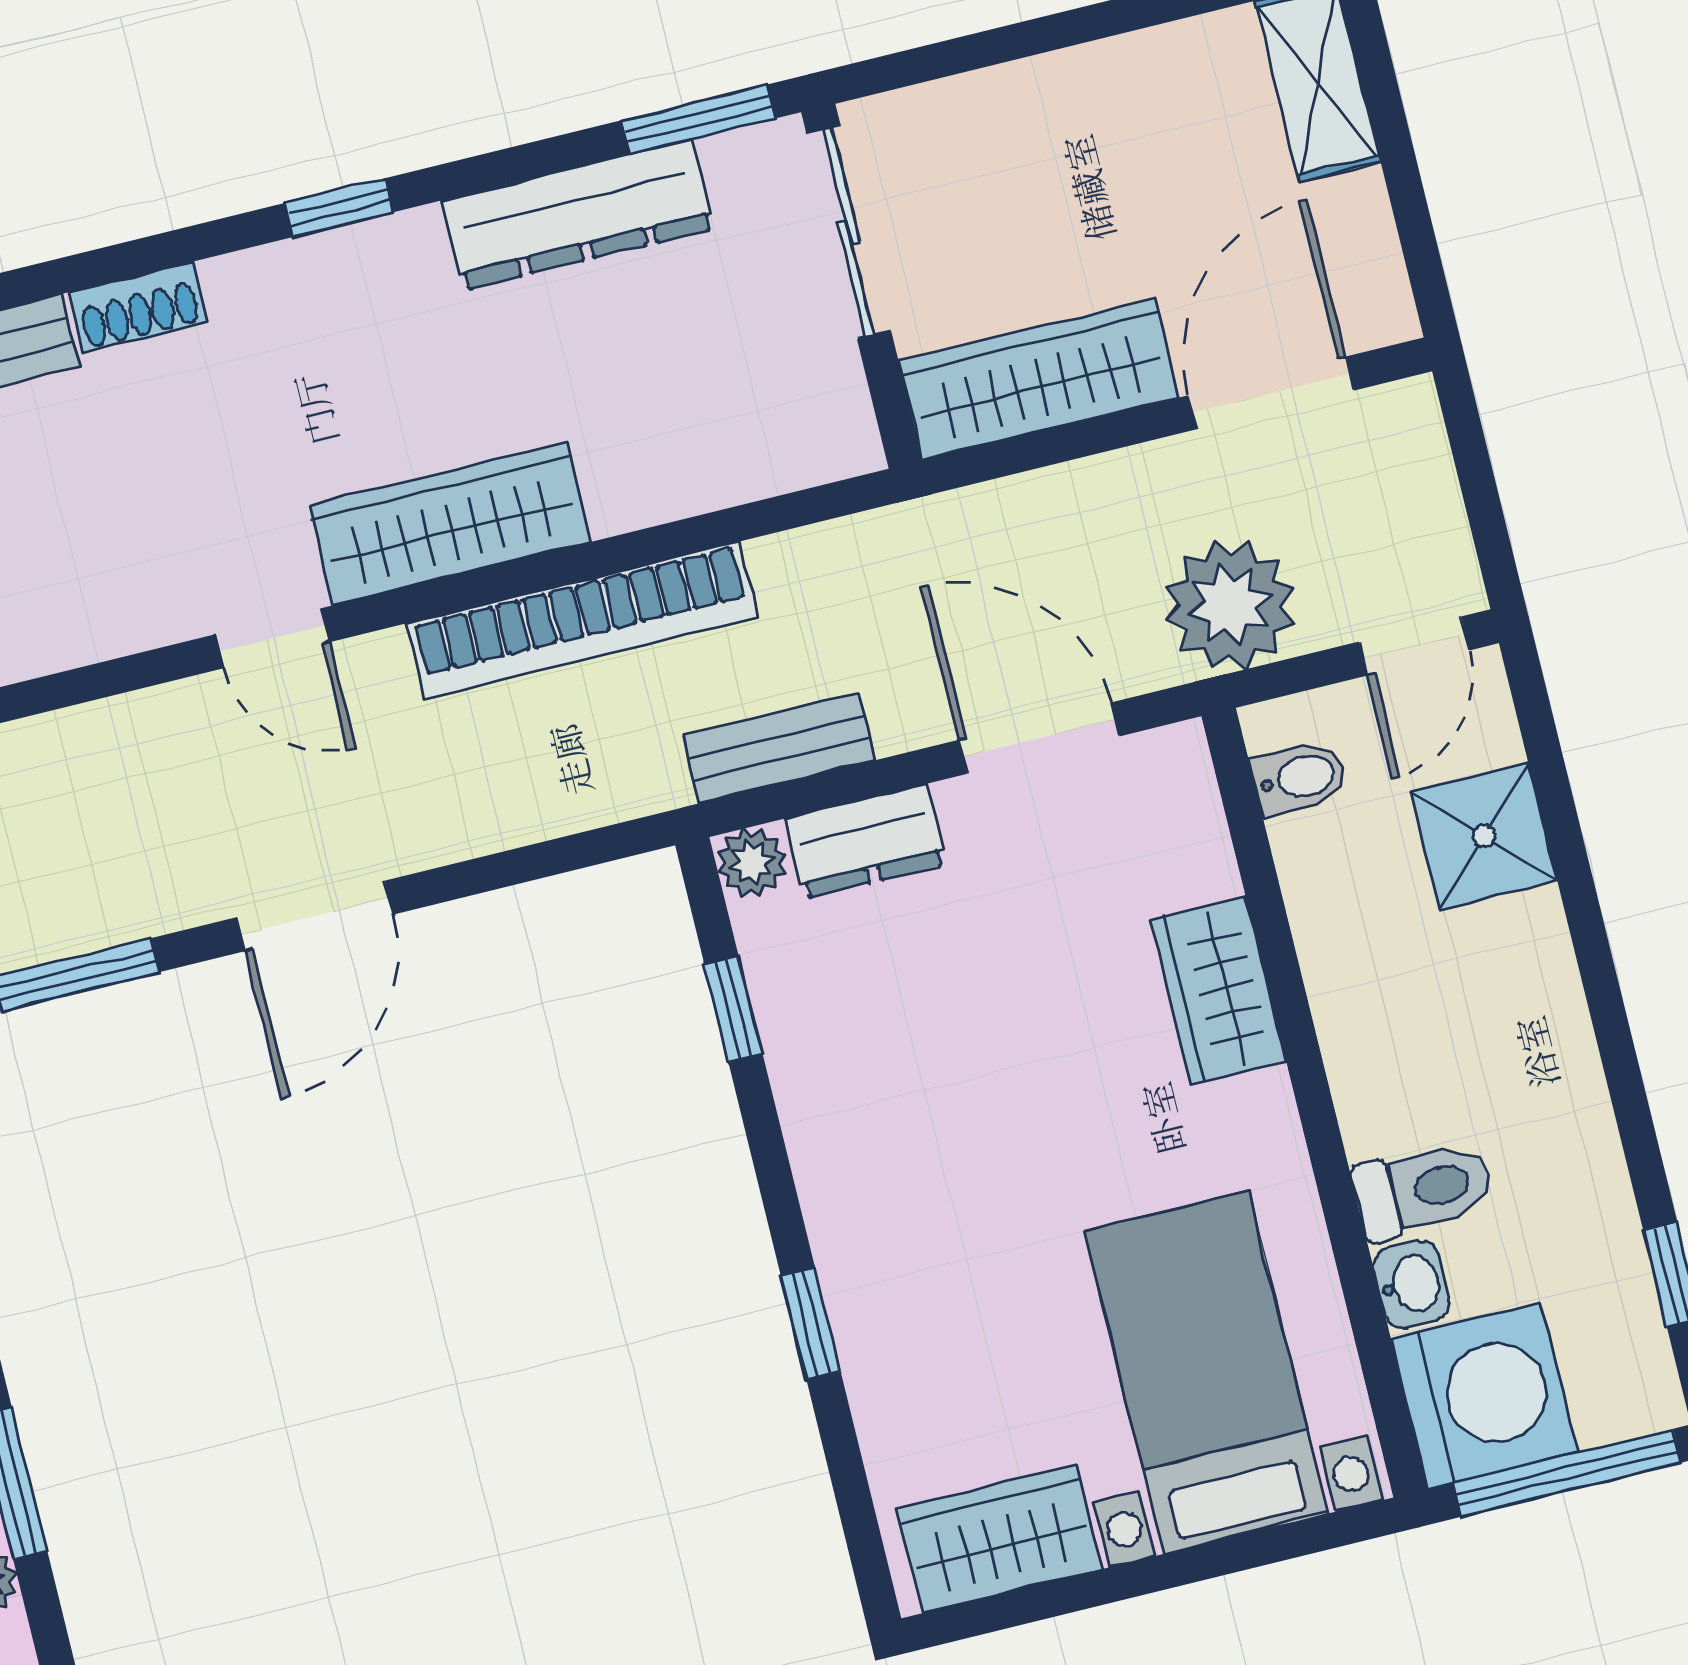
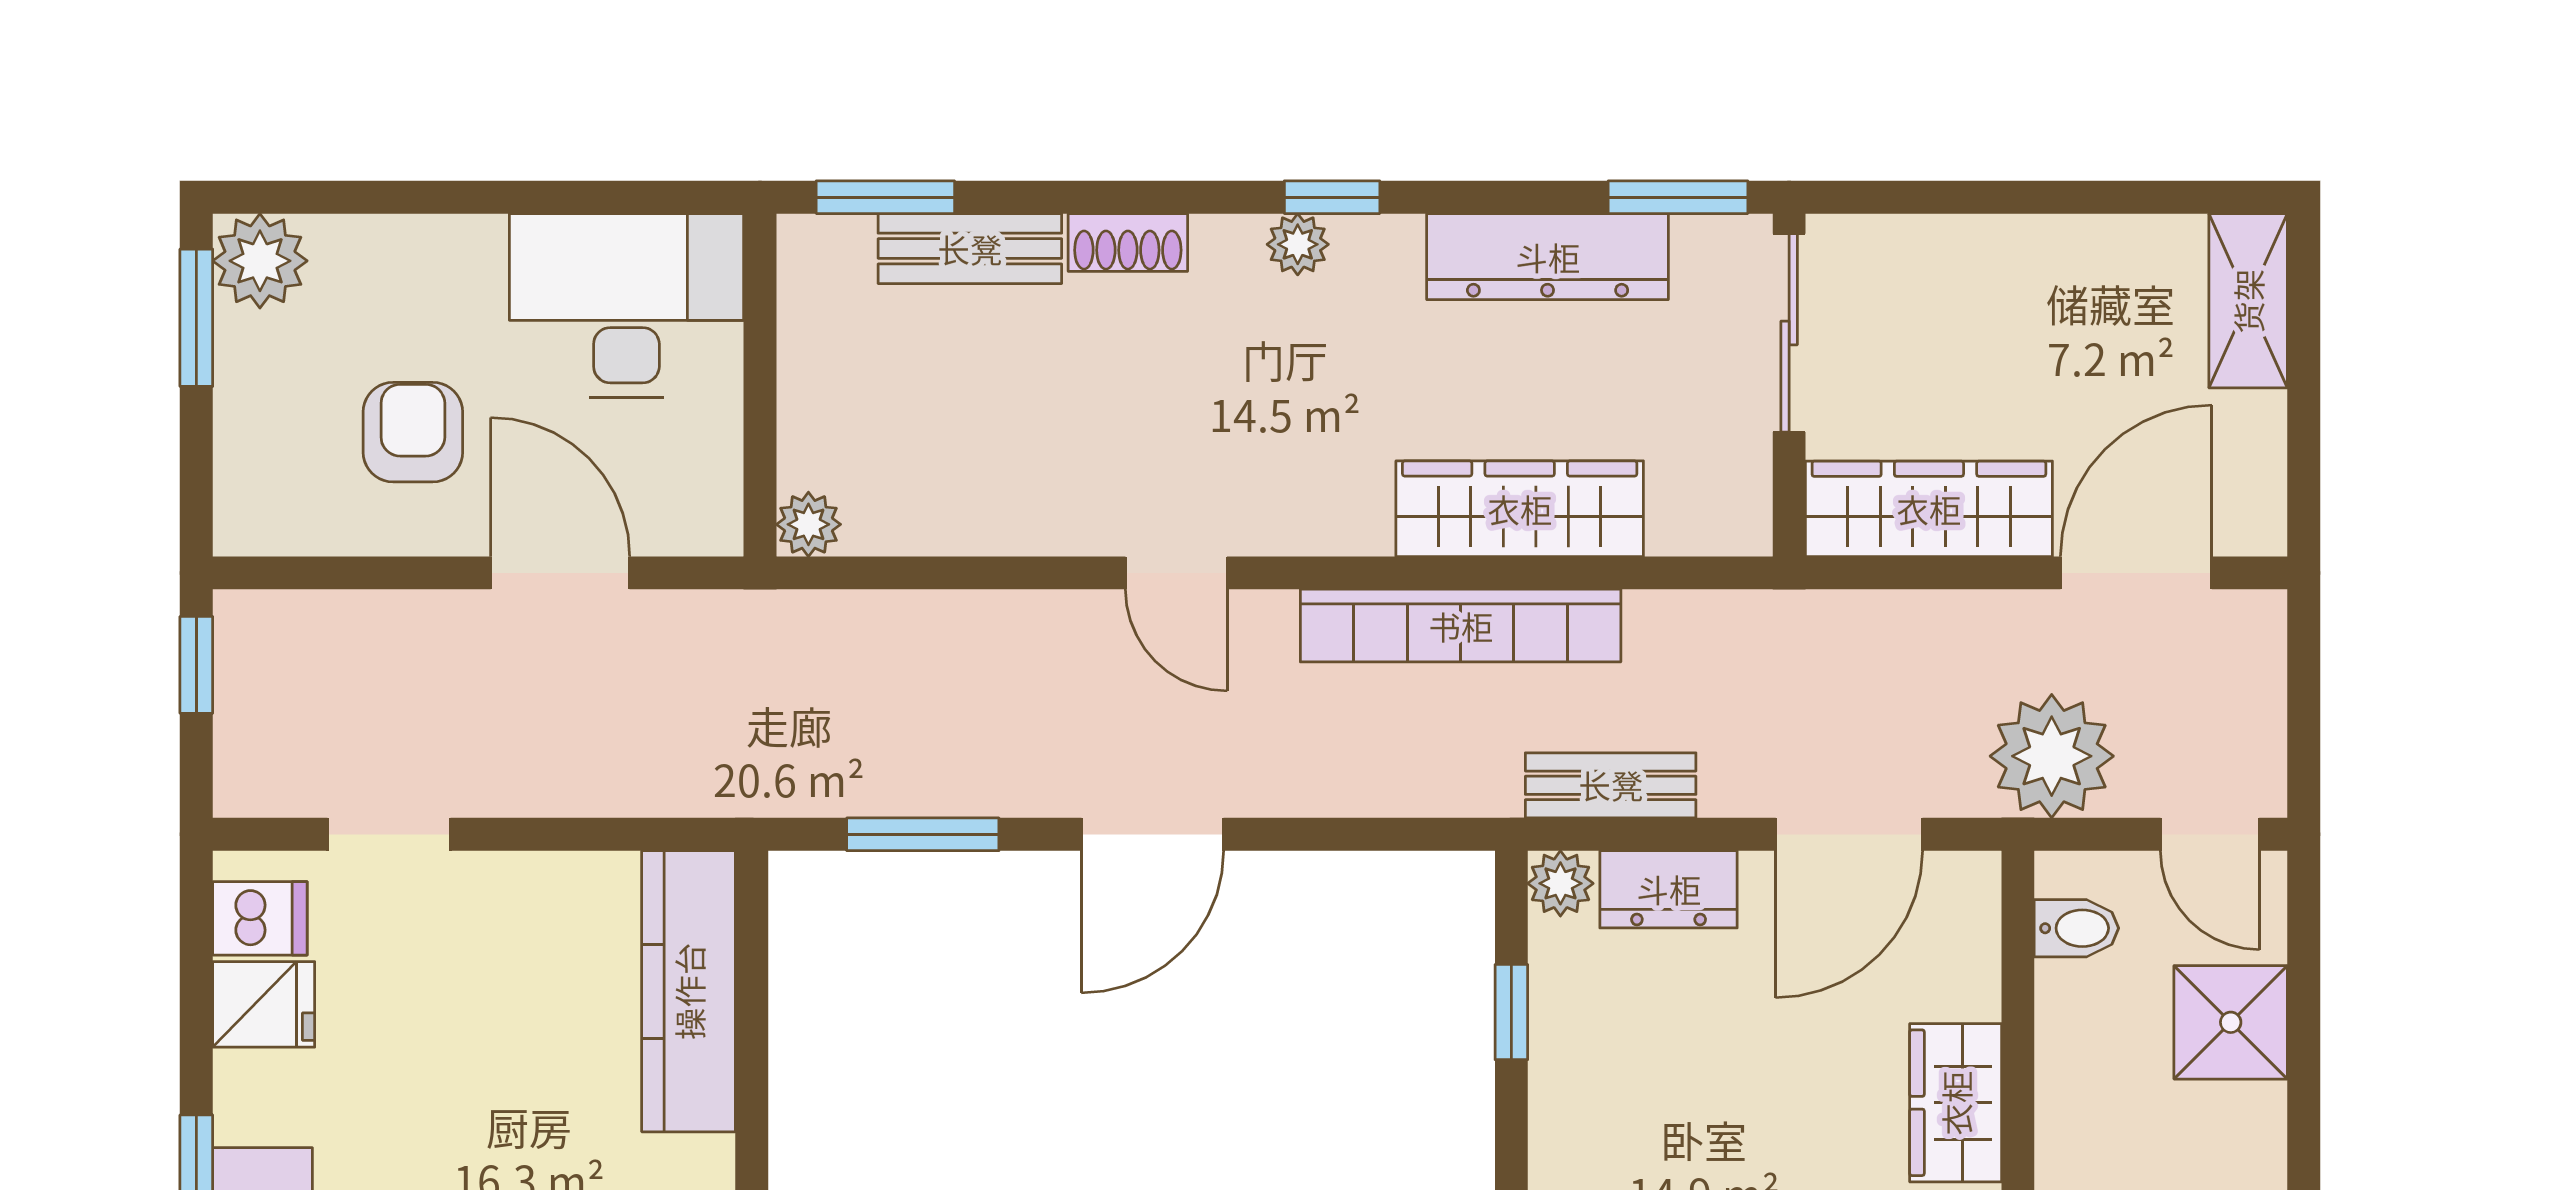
plant: (315, 265) -> (1298, 244), added
wardrobe: (450, 524) -> (1520, 509), moved
door: (1414, 646) -> (2210, 834), hinge flipped
door: (1039, 738) -> (1849, 834), swing flipped

